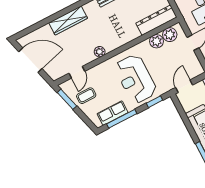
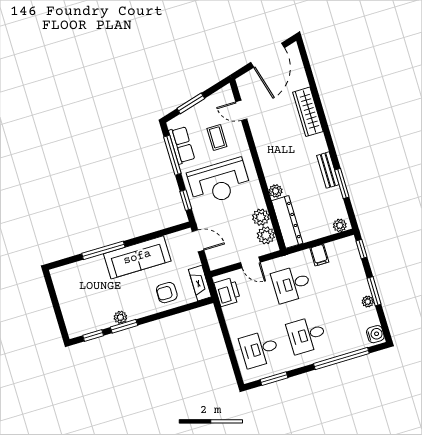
plant: (100, 52) -> (276, 191), moved
reception desk: (136, 79) -> (219, 182), turned 180
coffee table: (86, 96) -> (217, 137), moved
window: (67, 99) -> (191, 103), moved

